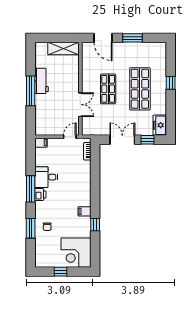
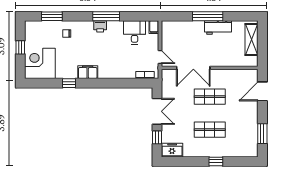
window: (132, 38) -> (262, 134), moved
shelving: (63, 49) -> (252, 40), moved
shop shelf: (140, 89) -> (210, 130), width x0.70, depth x0.74
double door: (80, 105) -> (193, 68), width x1.37
desk: (46, 177) -> (135, 32), moved
filing cabinet: (84, 211) -> (88, 72), width x2.00
window: (31, 228) -> (52, 16), moved

